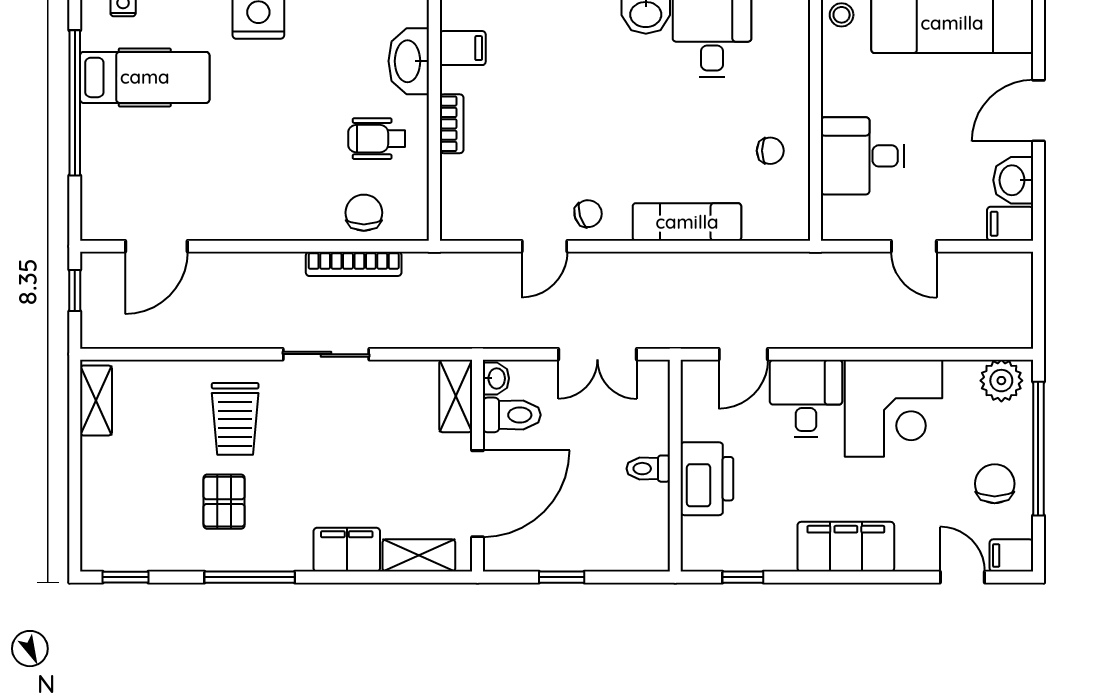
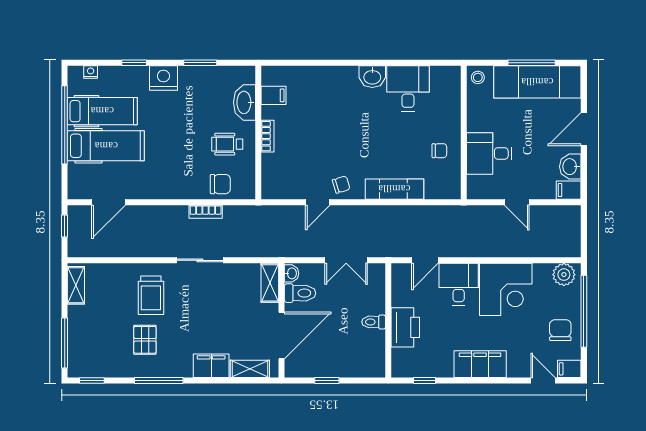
hospital bed: (151, 142) -> (106, 146), added
chair: (364, 213) -> (220, 184), turned 90
bookcase: (354, 264) -> (206, 212), width x0.64
window: (75, 508) -> (65, 343), added

